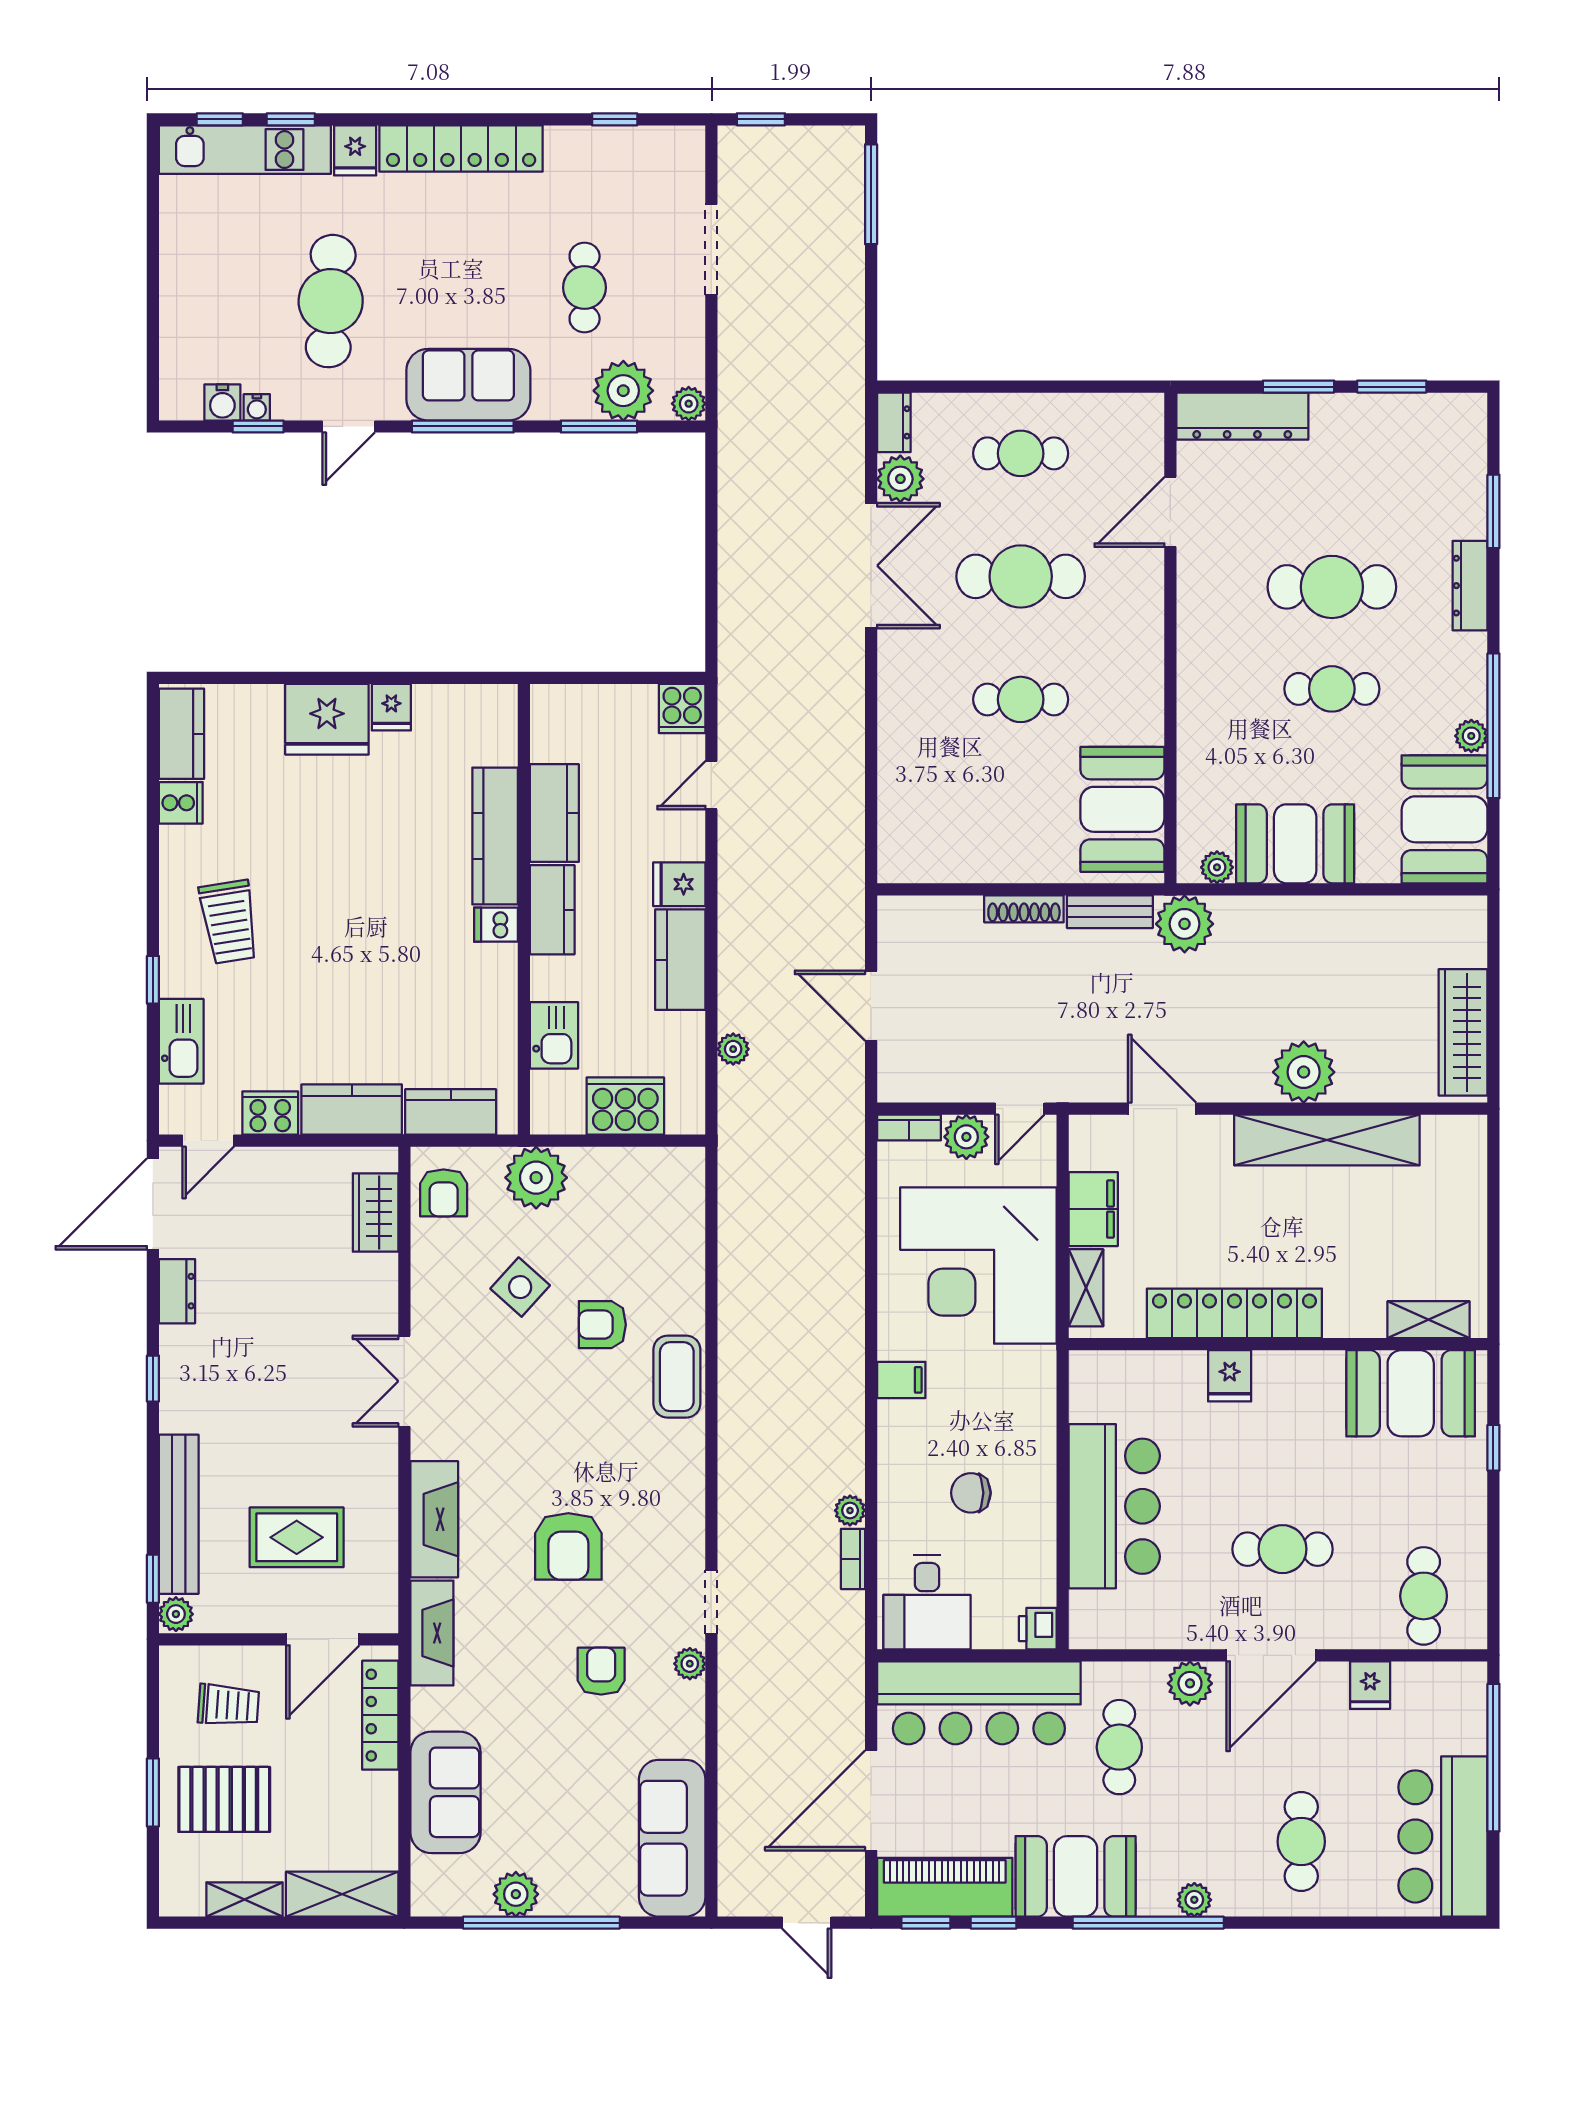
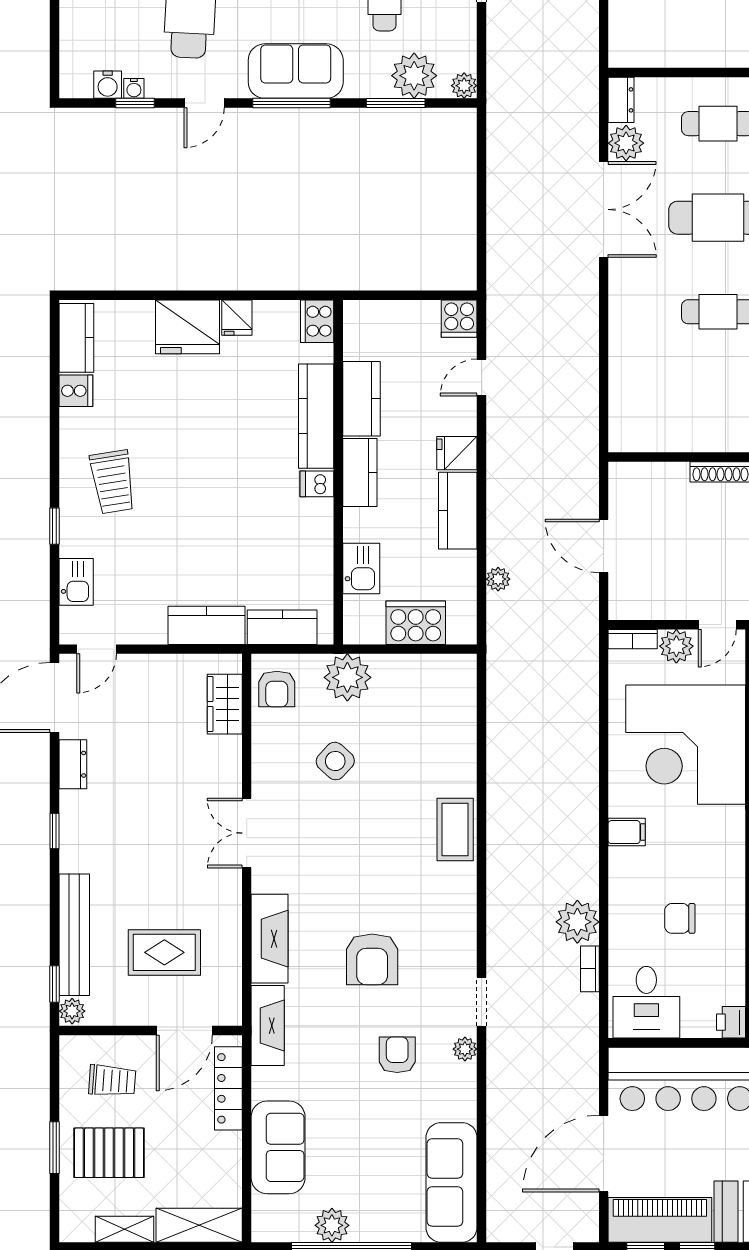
kitchen sink: (181, 1041) -> (76, 582), width x0.73
cooker: (270, 1113) -> (317, 321), moved, turned -90
armchair: (602, 1325) -> (398, 790), removed
plant: (850, 1510) -> (577, 922), width x1.87, depth x1.87

